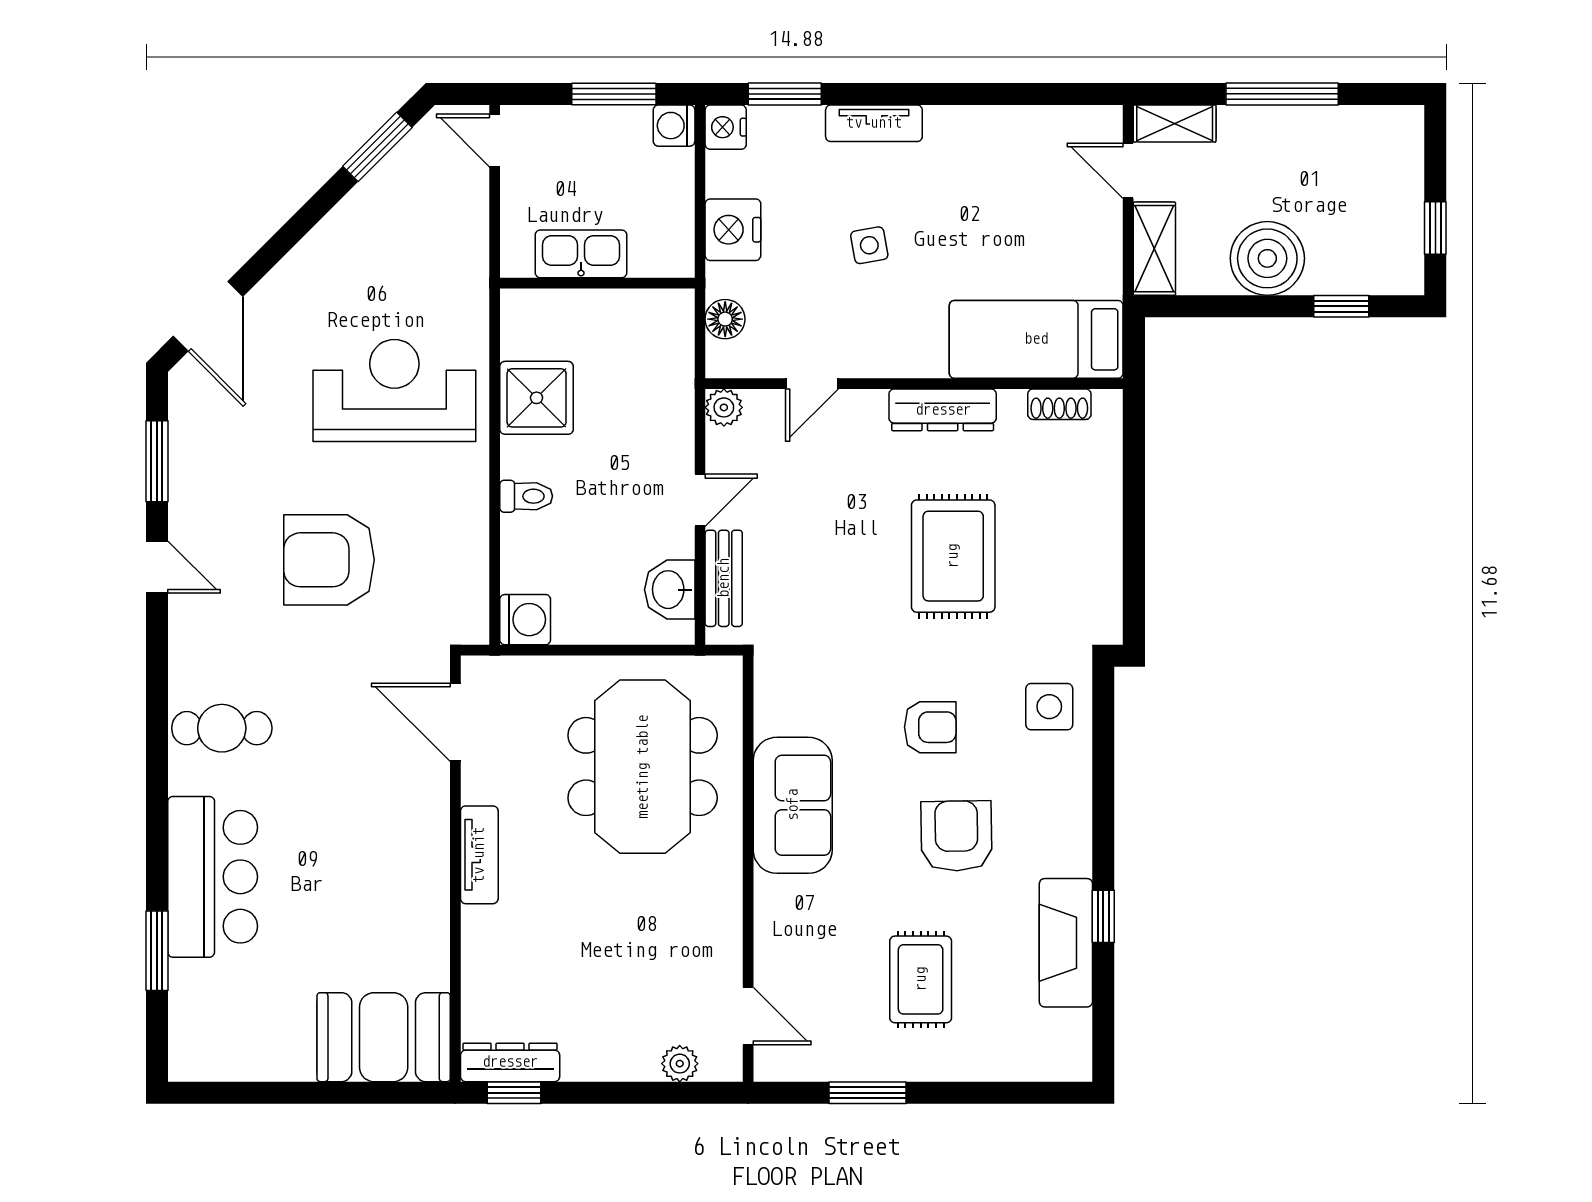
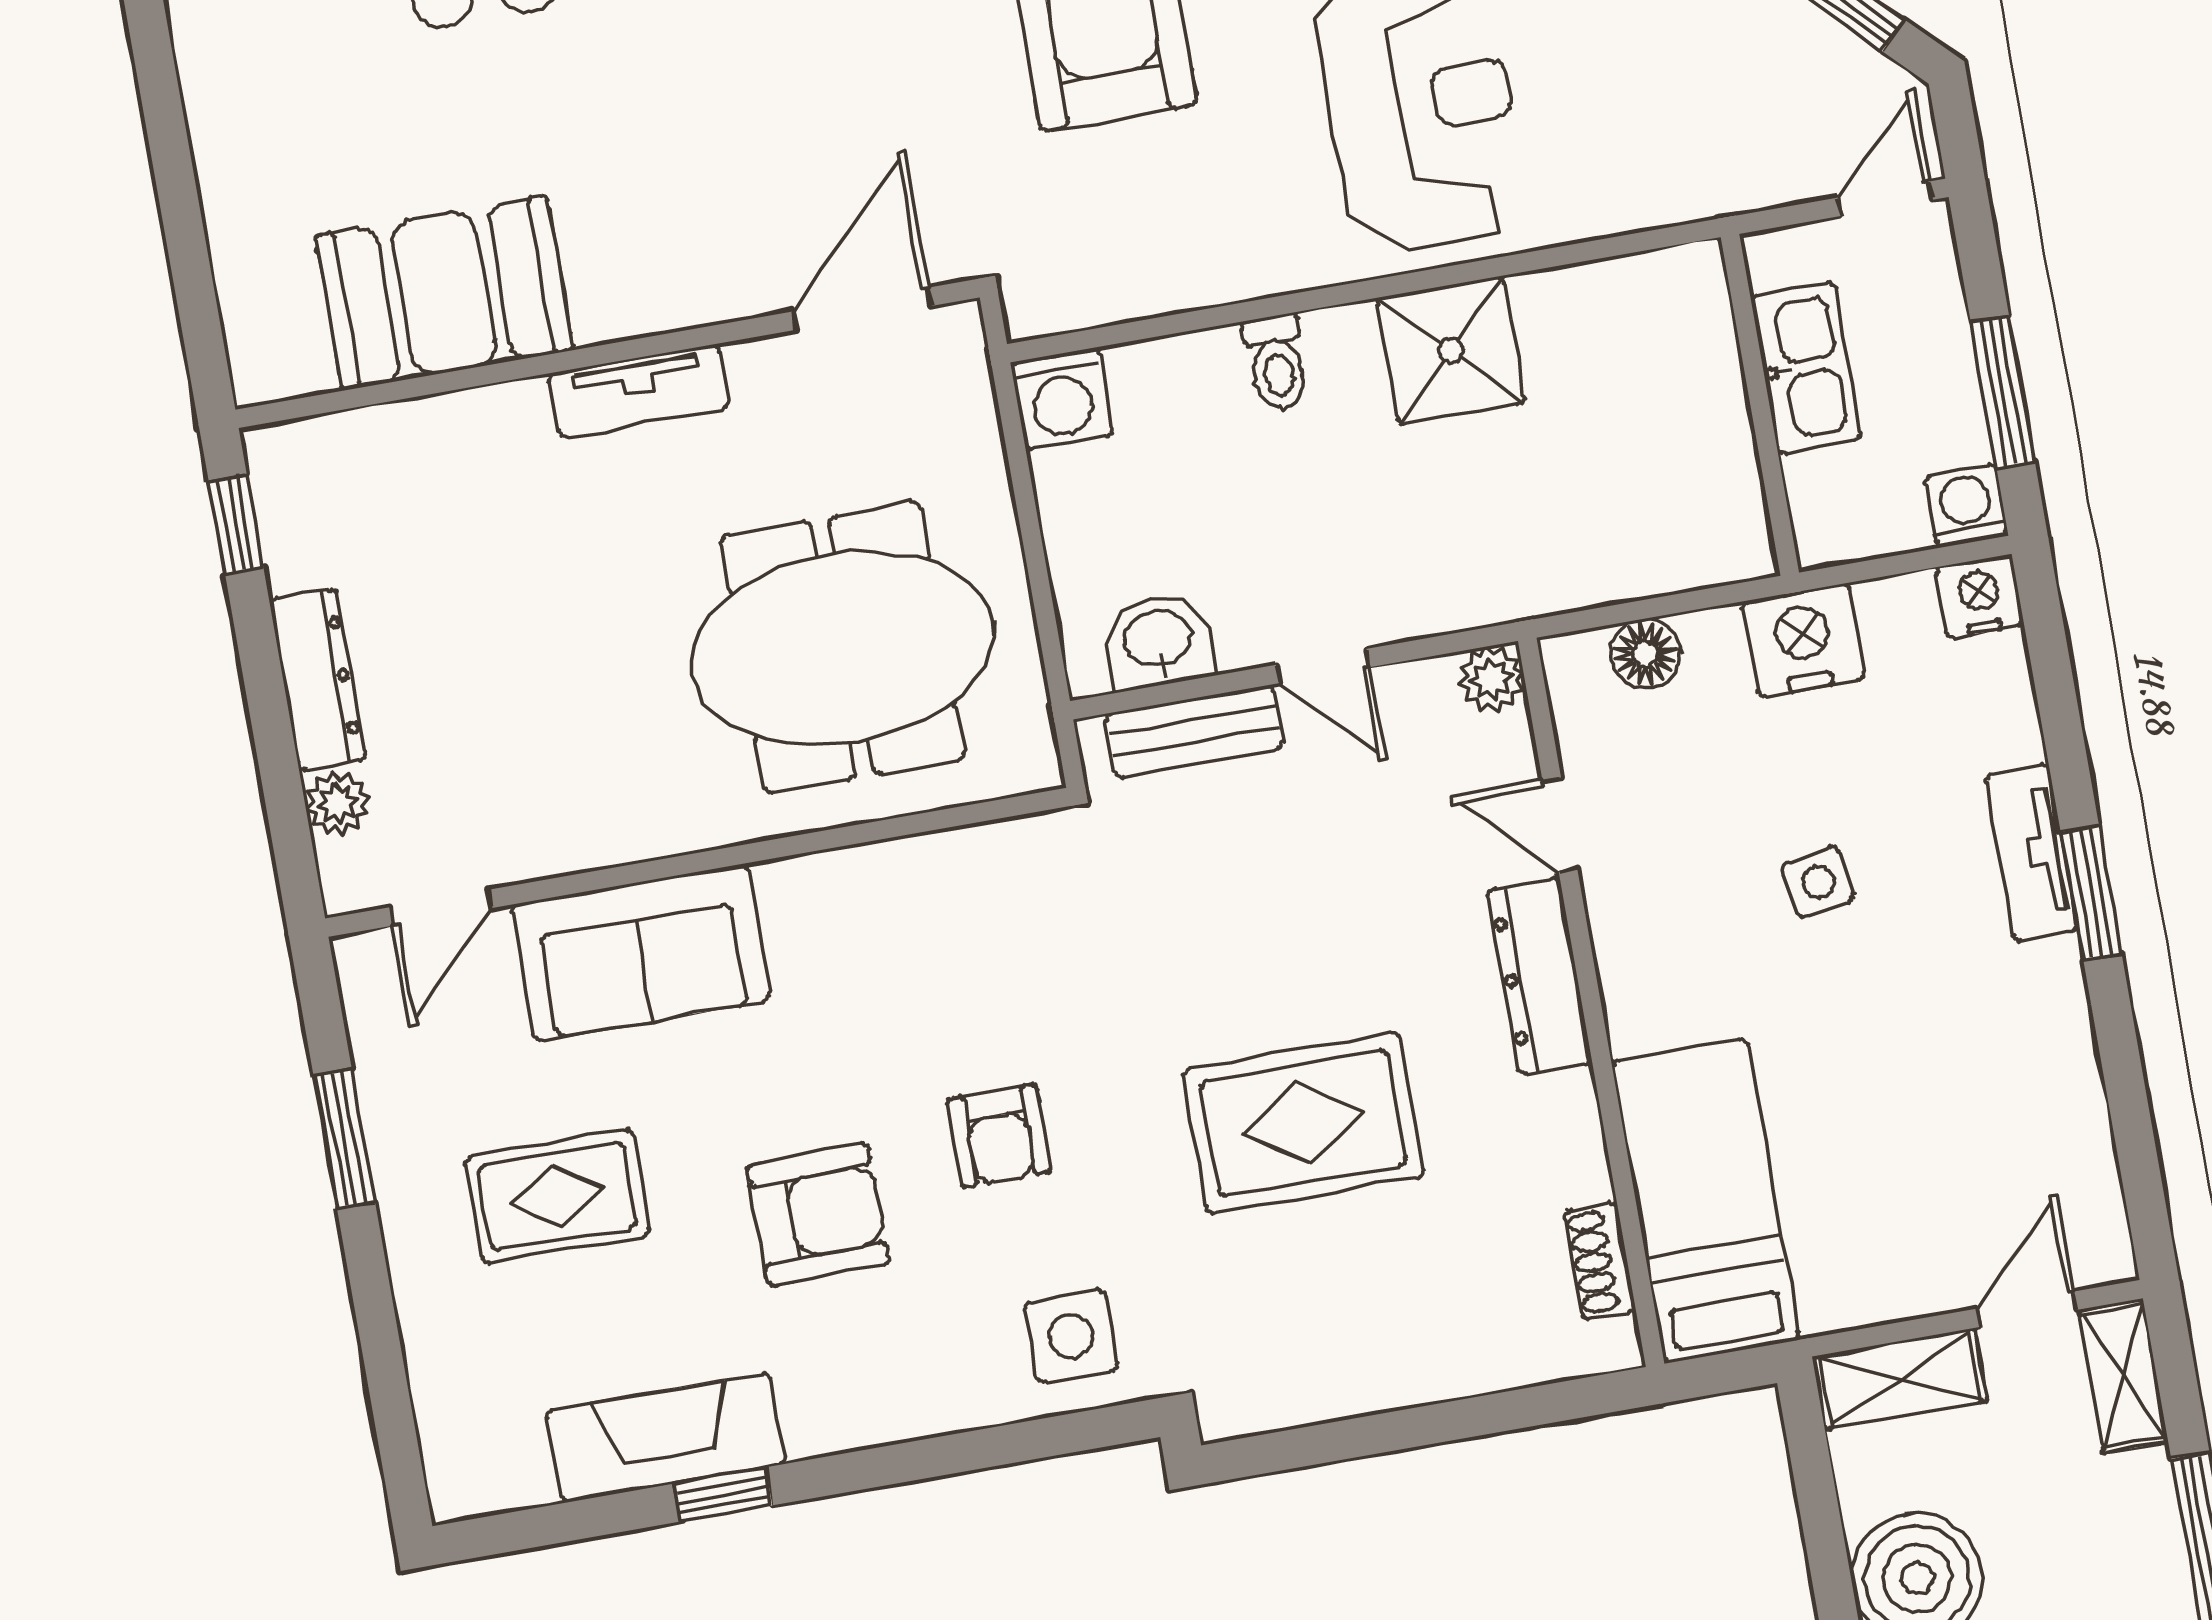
window: (785, 94) -> (2091, 893), moved
kitchen sink: (581, 254) -> (1806, 367), moved
wall: (597, 283) -> (1760, 405), moved
dresser: (943, 410) -> (1540, 976), moved
sofa: (793, 805) -> (641, 952), moved
booth: (384, 1037) -> (444, 293), moved, turned 90
dresser: (510, 1062) -> (318, 679), moved

